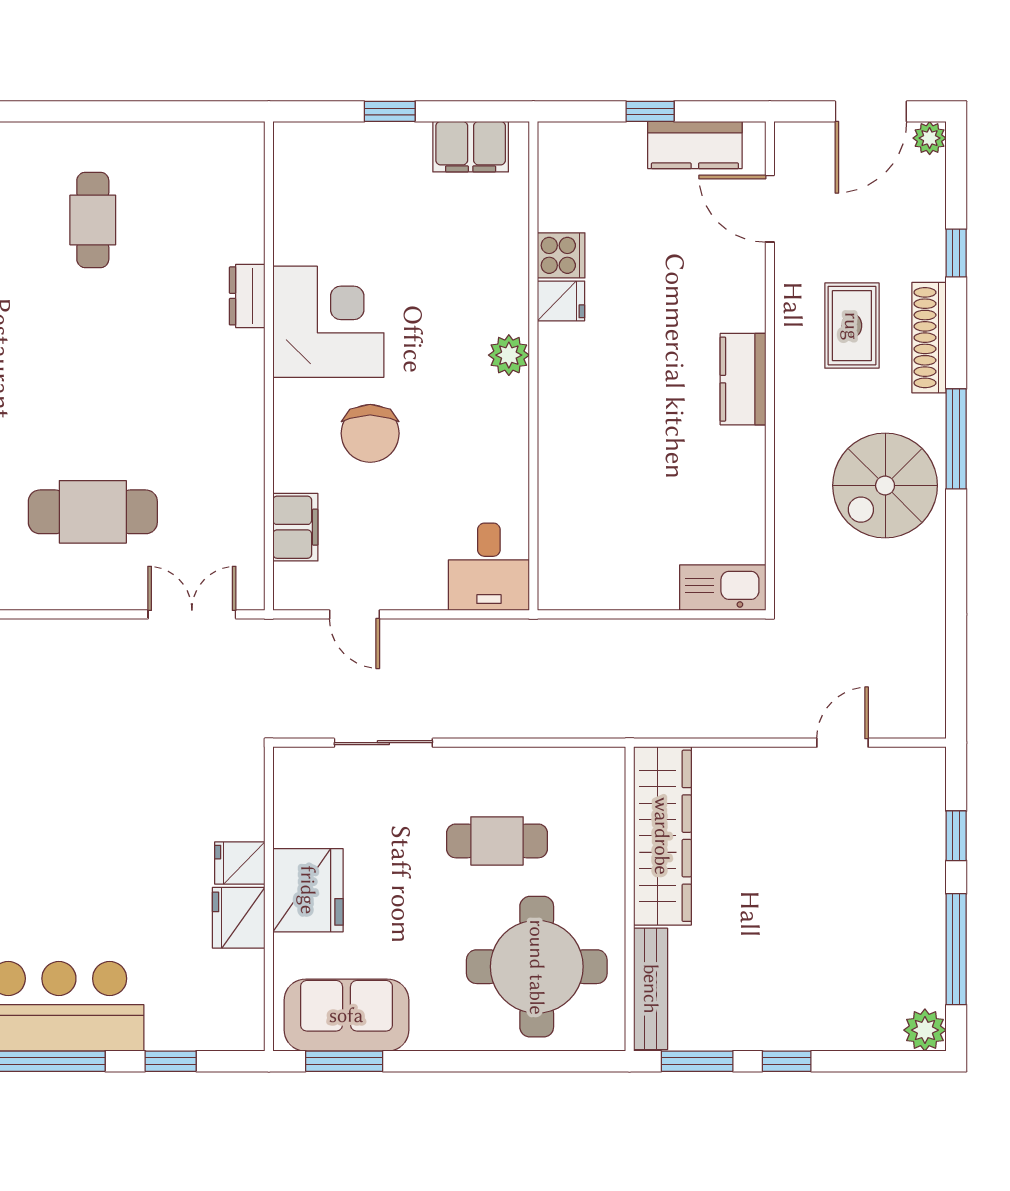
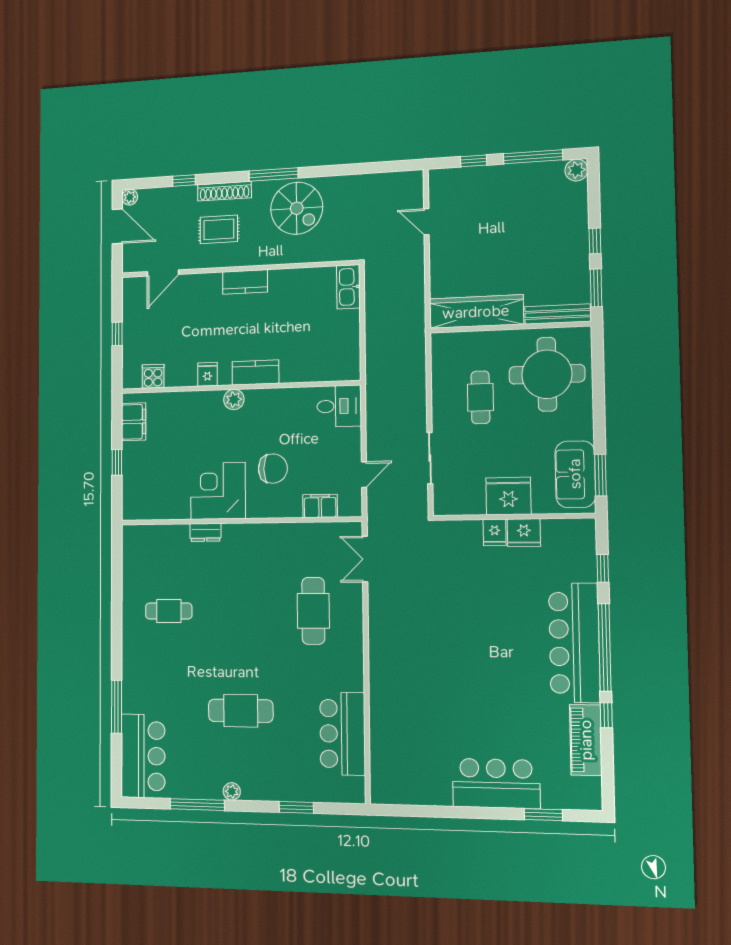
kitchen counter: (695, 145) -> (256, 372), moved, turned -90
cooker: (561, 255) -> (153, 376), moved

